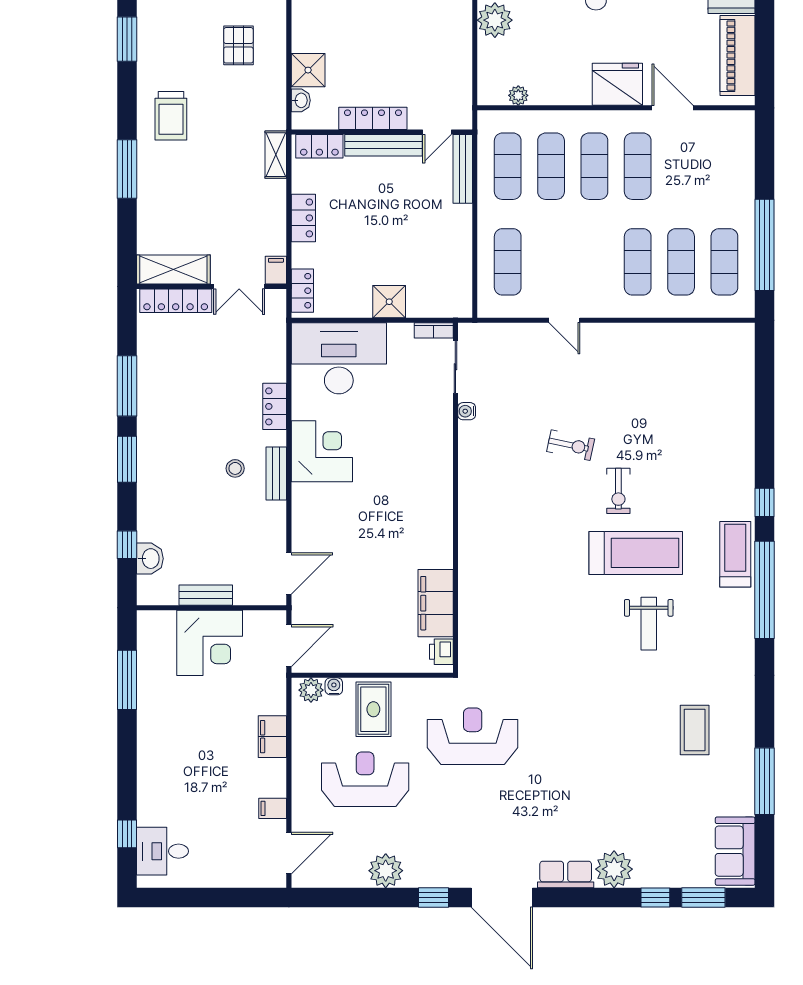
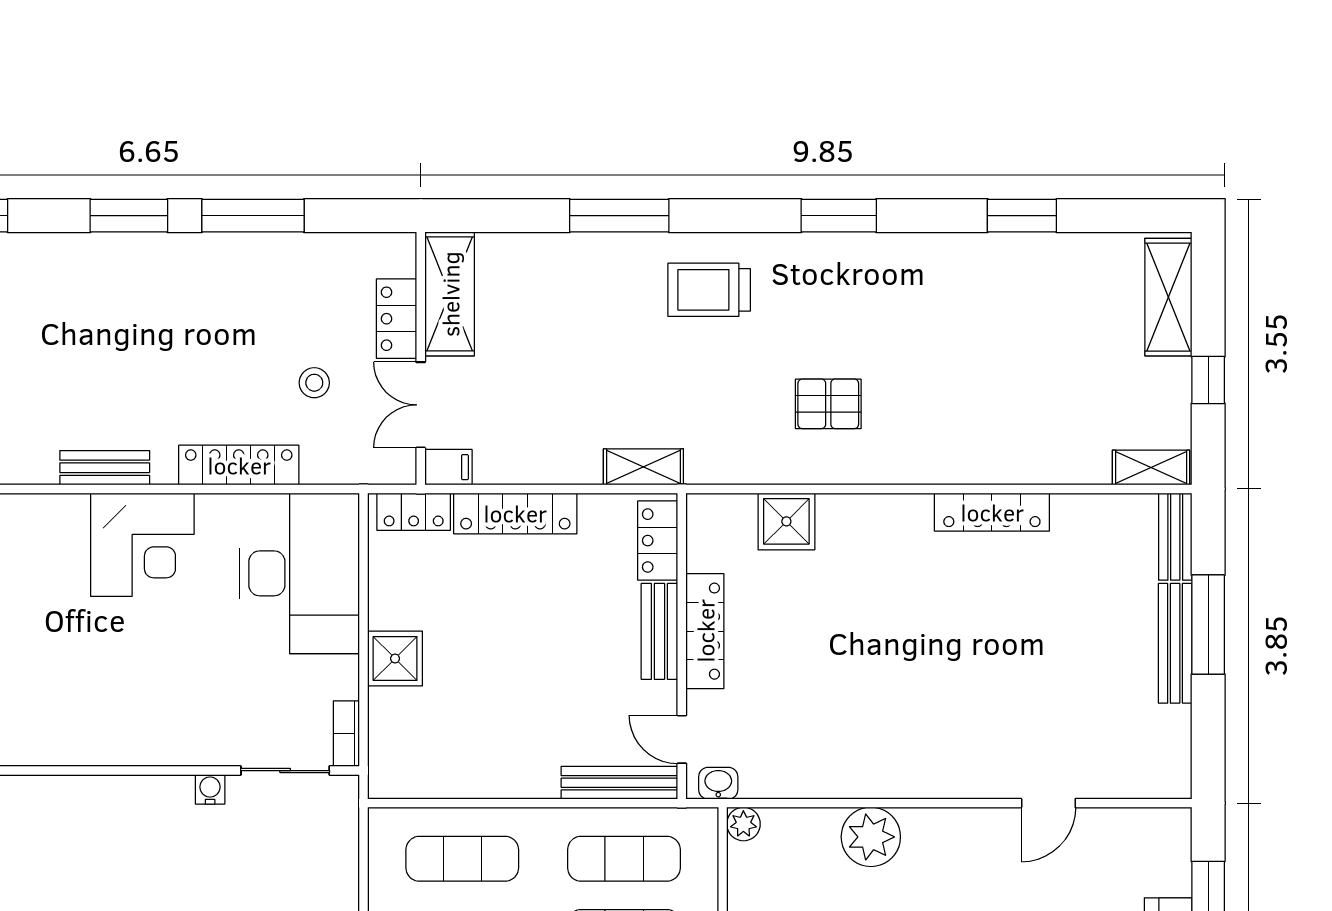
plant: (518, 95) -> (743, 824), moved
washbasin: (301, 100) -> (718, 783), moved, turned 180
bench: (383, 145) -> (659, 631), width x0.73
locker: (303, 218) -> (515, 513), width x1.53
locker: (176, 301) -> (397, 319), width x0.66
locker: (275, 406) -> (239, 465), width x1.53
stool: (235, 468) -> (314, 383), moved

